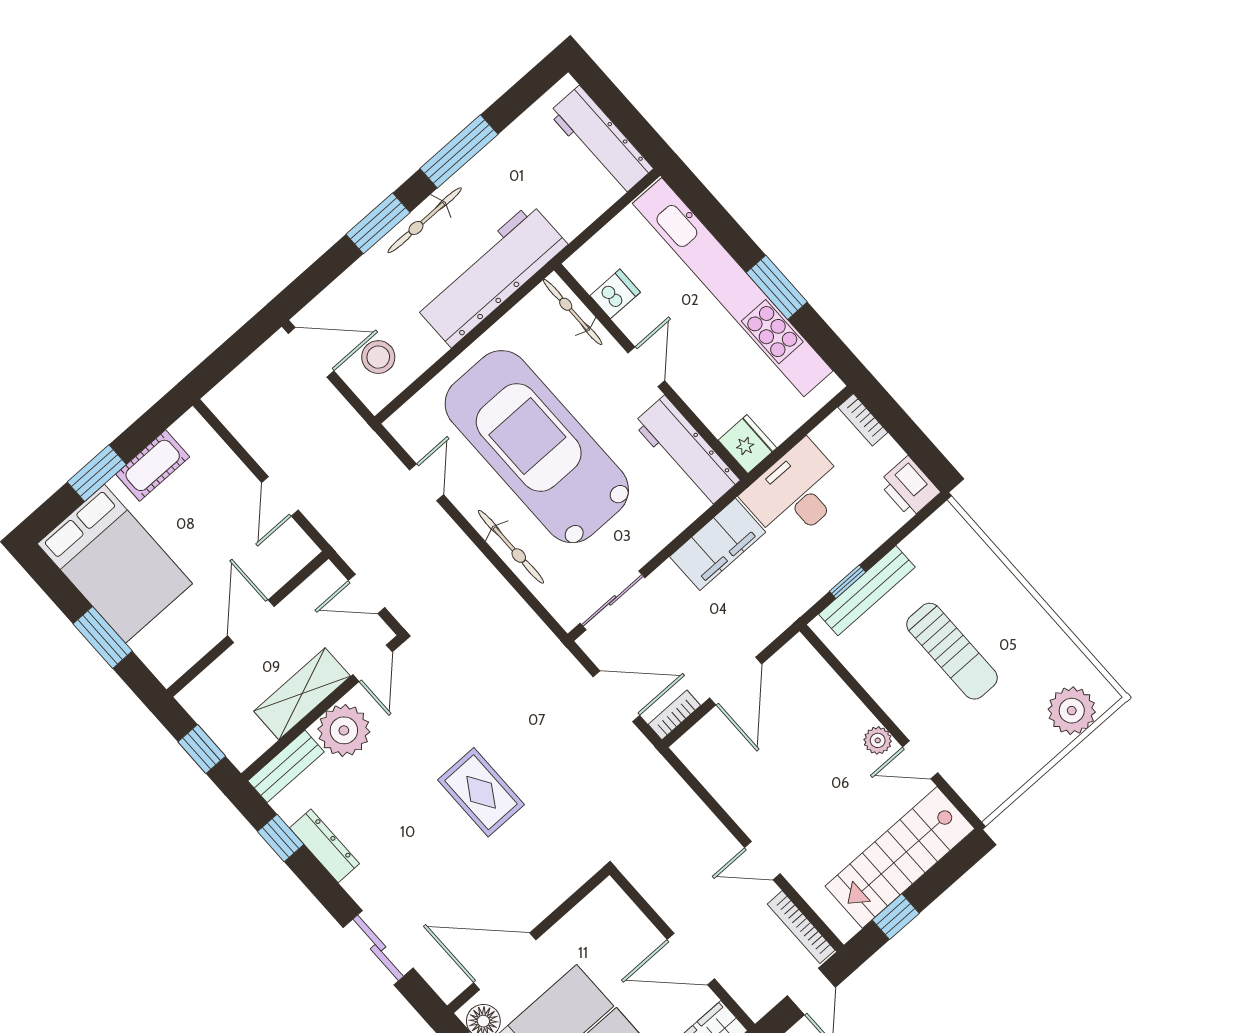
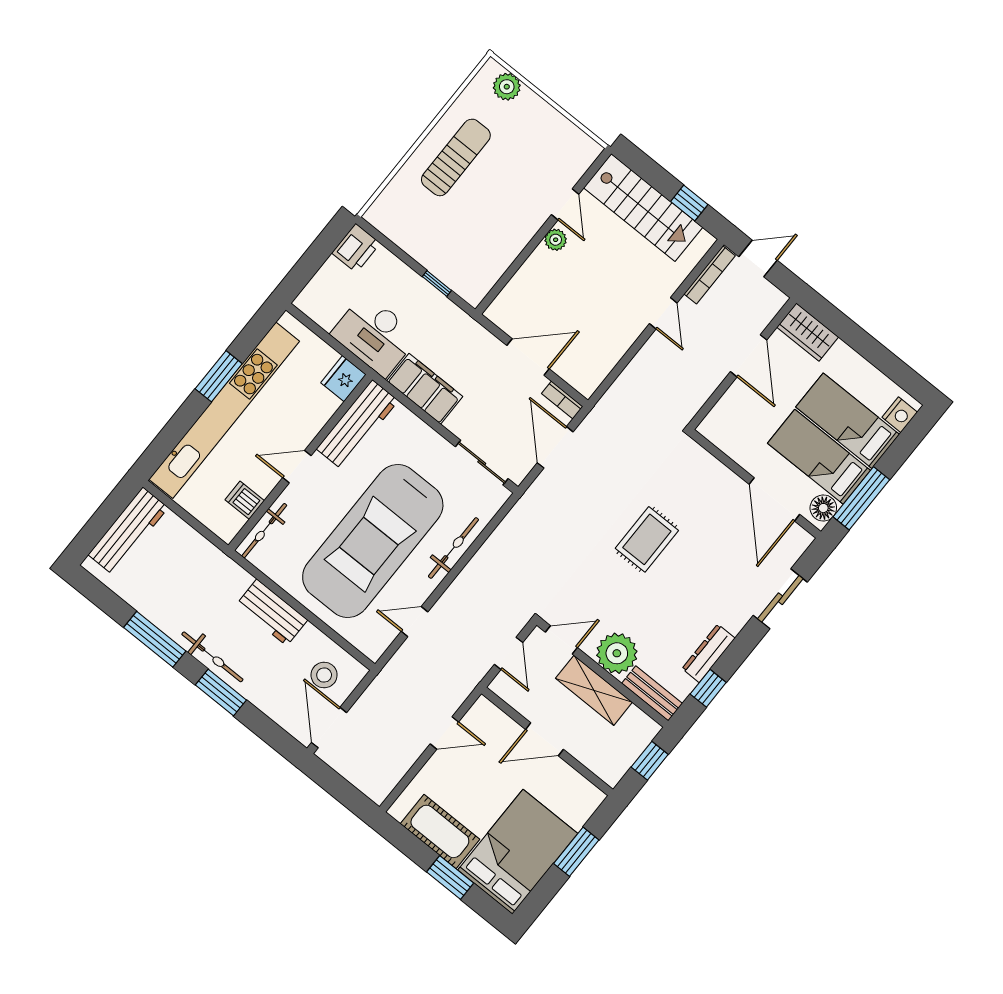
workbench: (491, 275) -> (272, 612), width x0.53, depth x0.76
bookcase: (863, 420) -> (310, 293), removed
cot: (153, 465) -> (440, 831), width x1.37, depth x1.34
bench: (867, 591) -> (441, 267), removed
sun lounger: (952, 651) -> (456, 157), moved
plant: (1072, 711) -> (507, 87), width x0.73, depth x0.73

